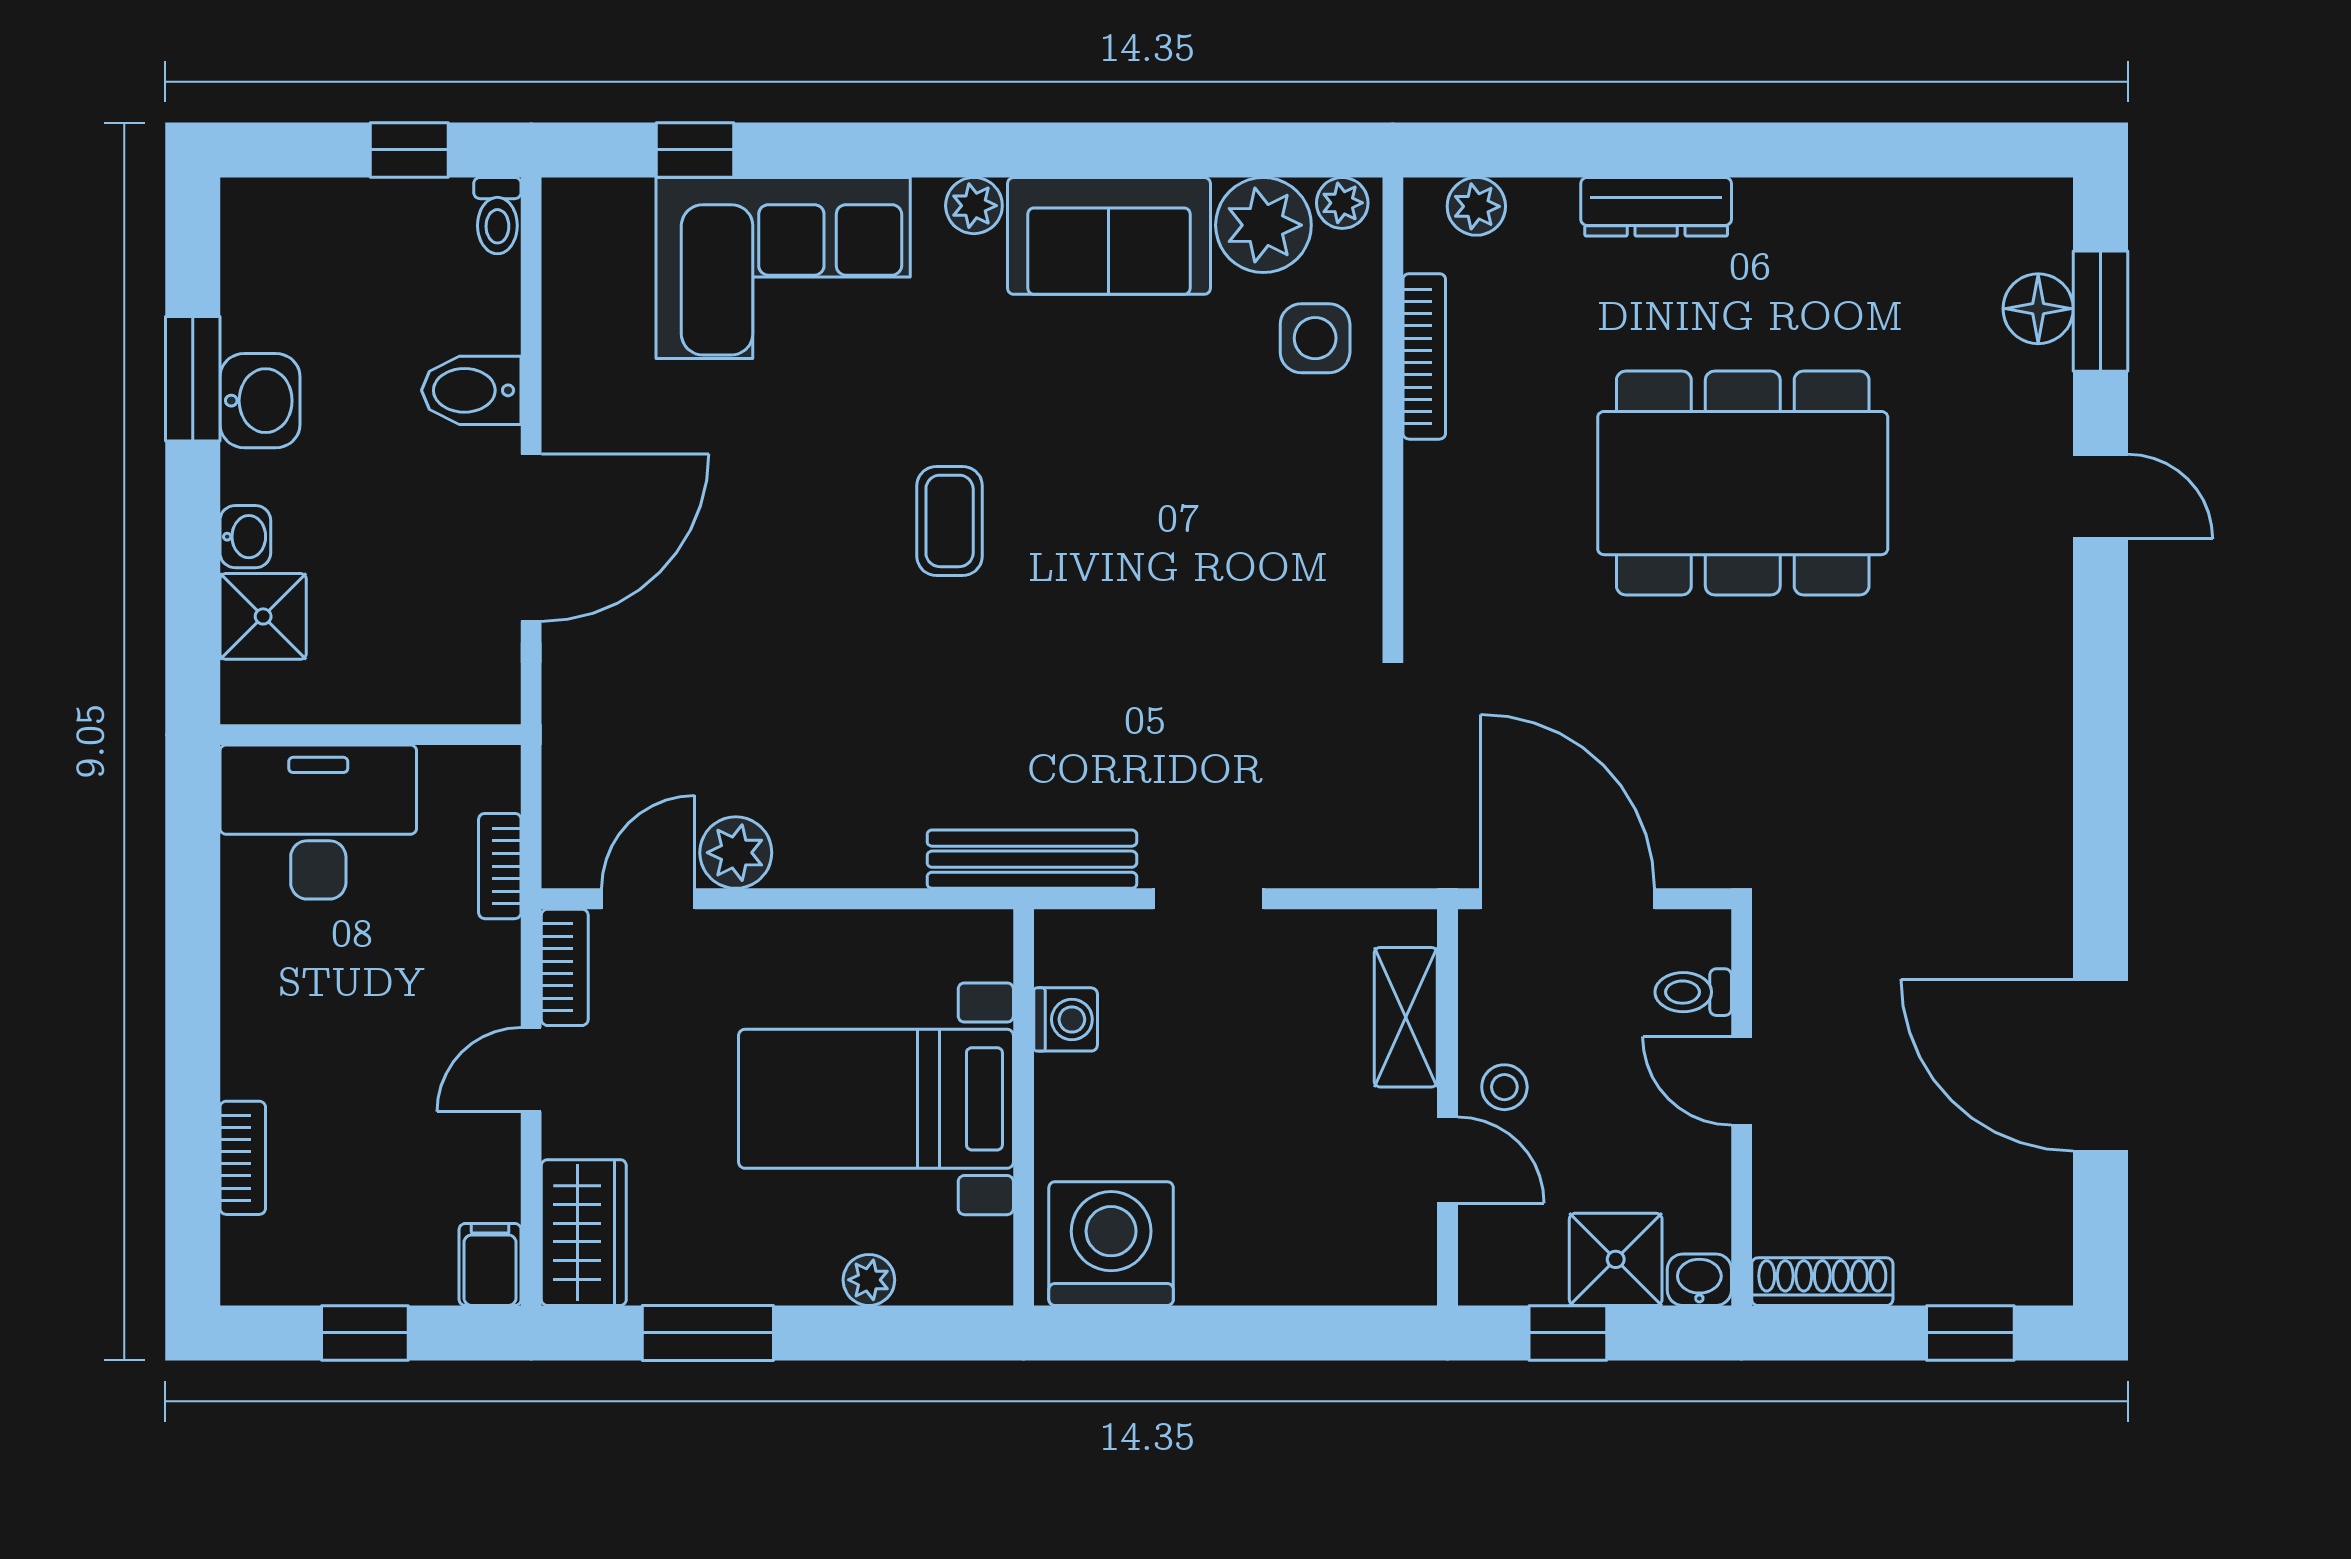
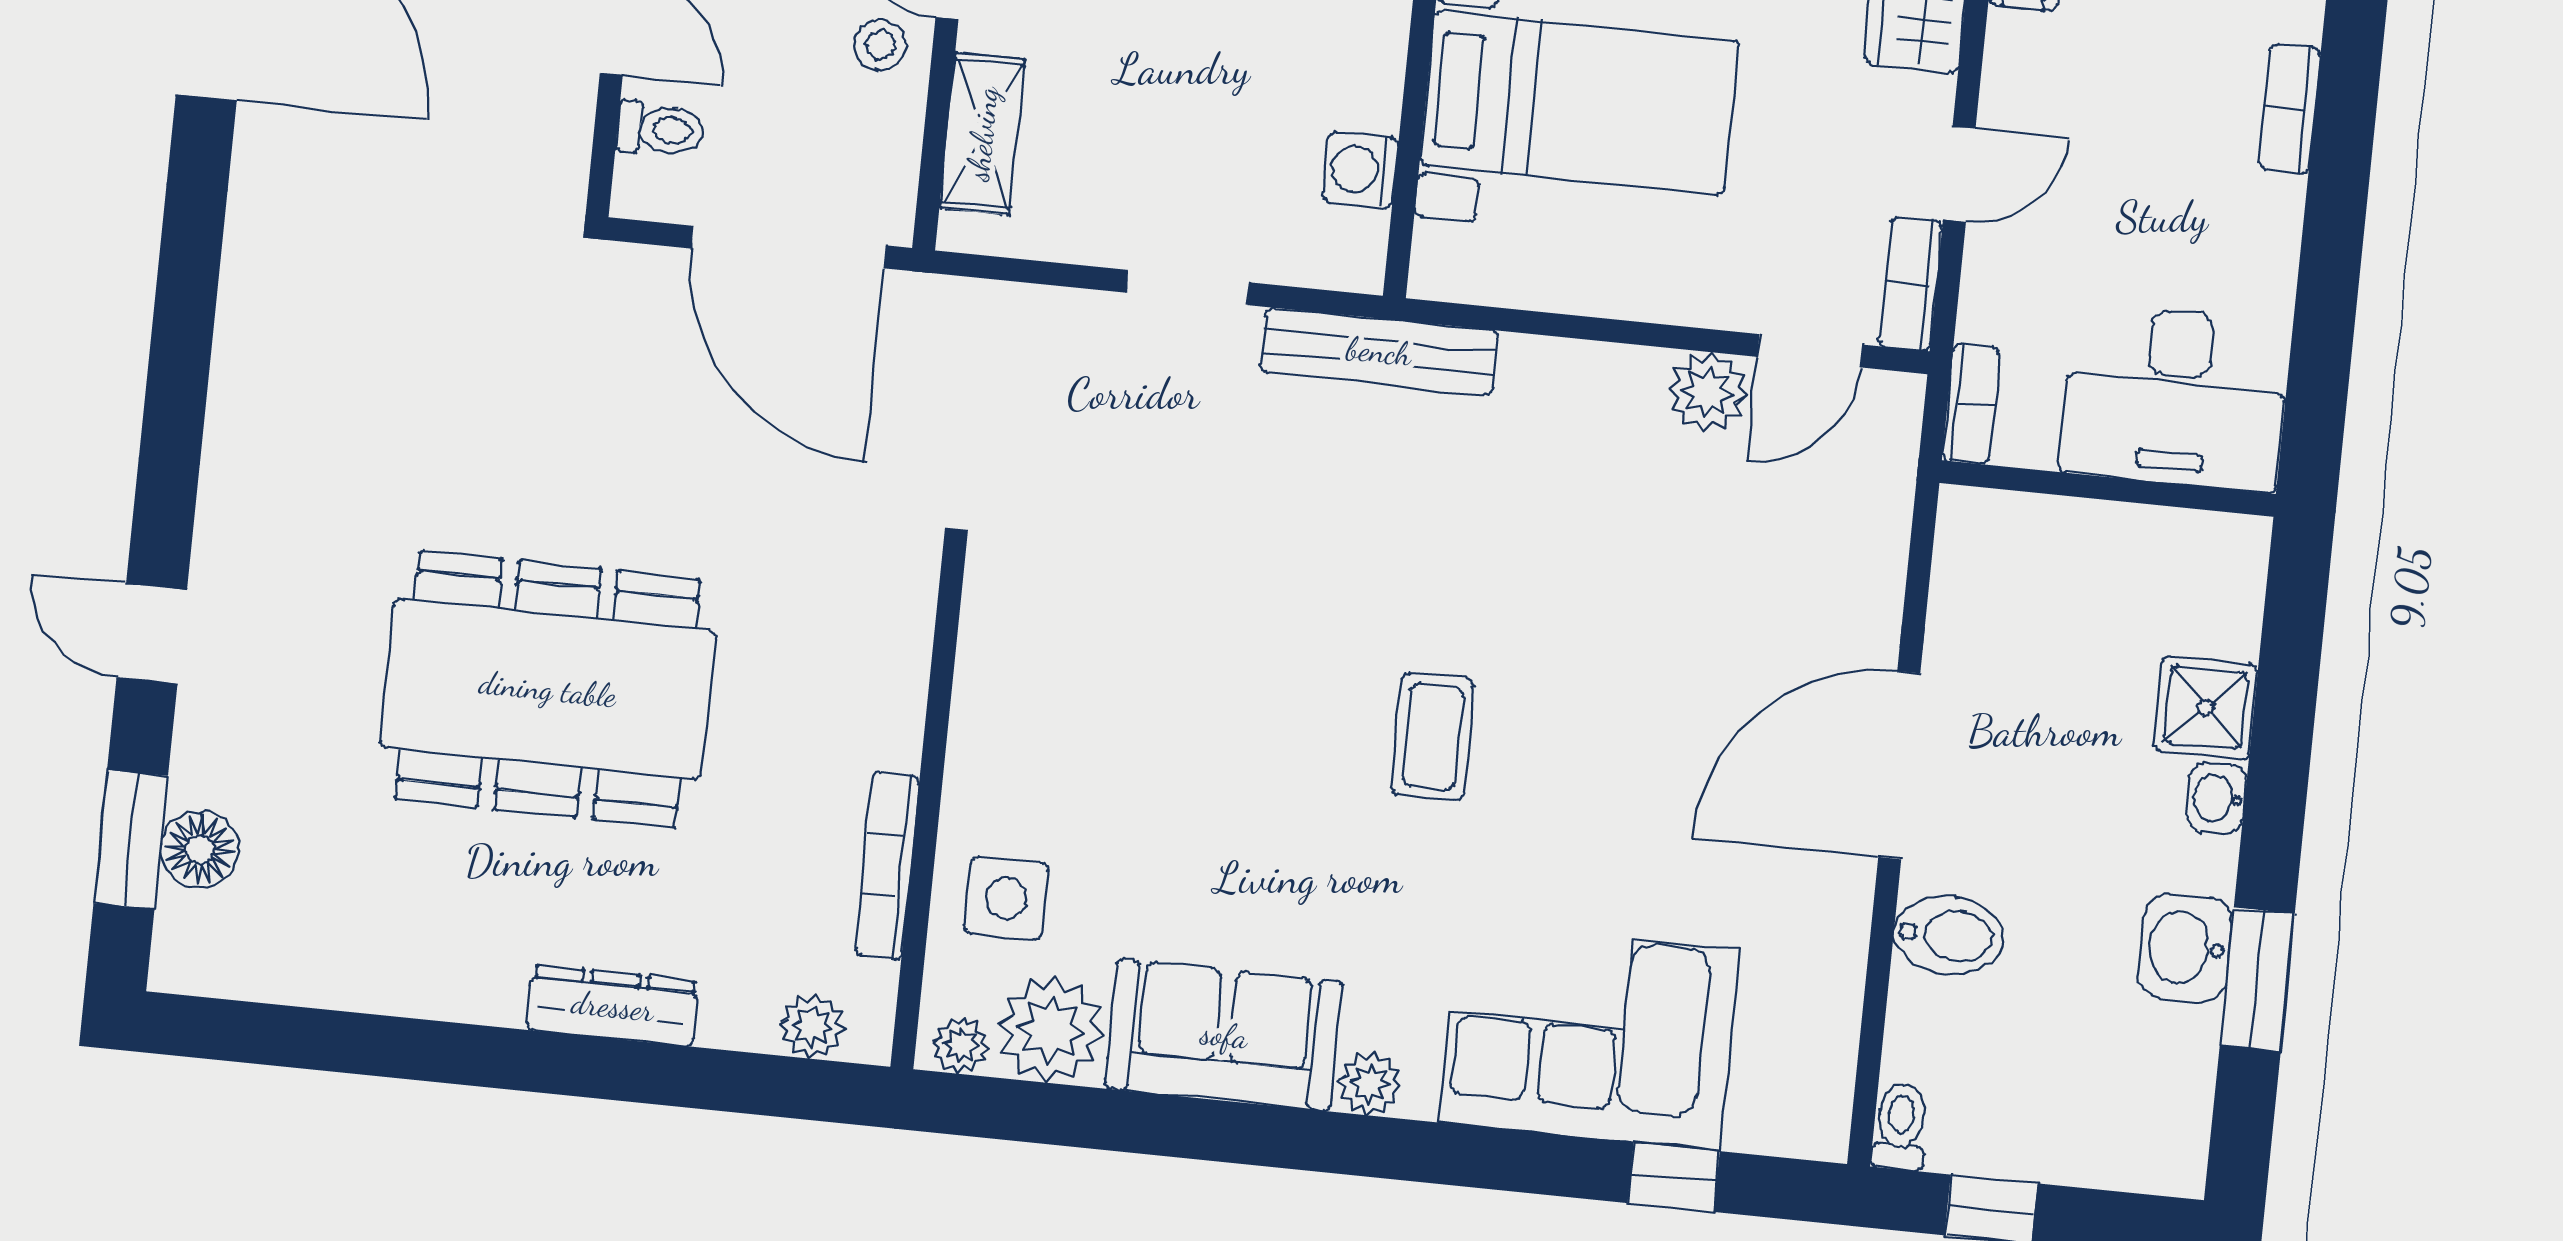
wall: (370, 735) -> (2108, 488), moved
desk: (318, 822) -> (2176, 397), moved

